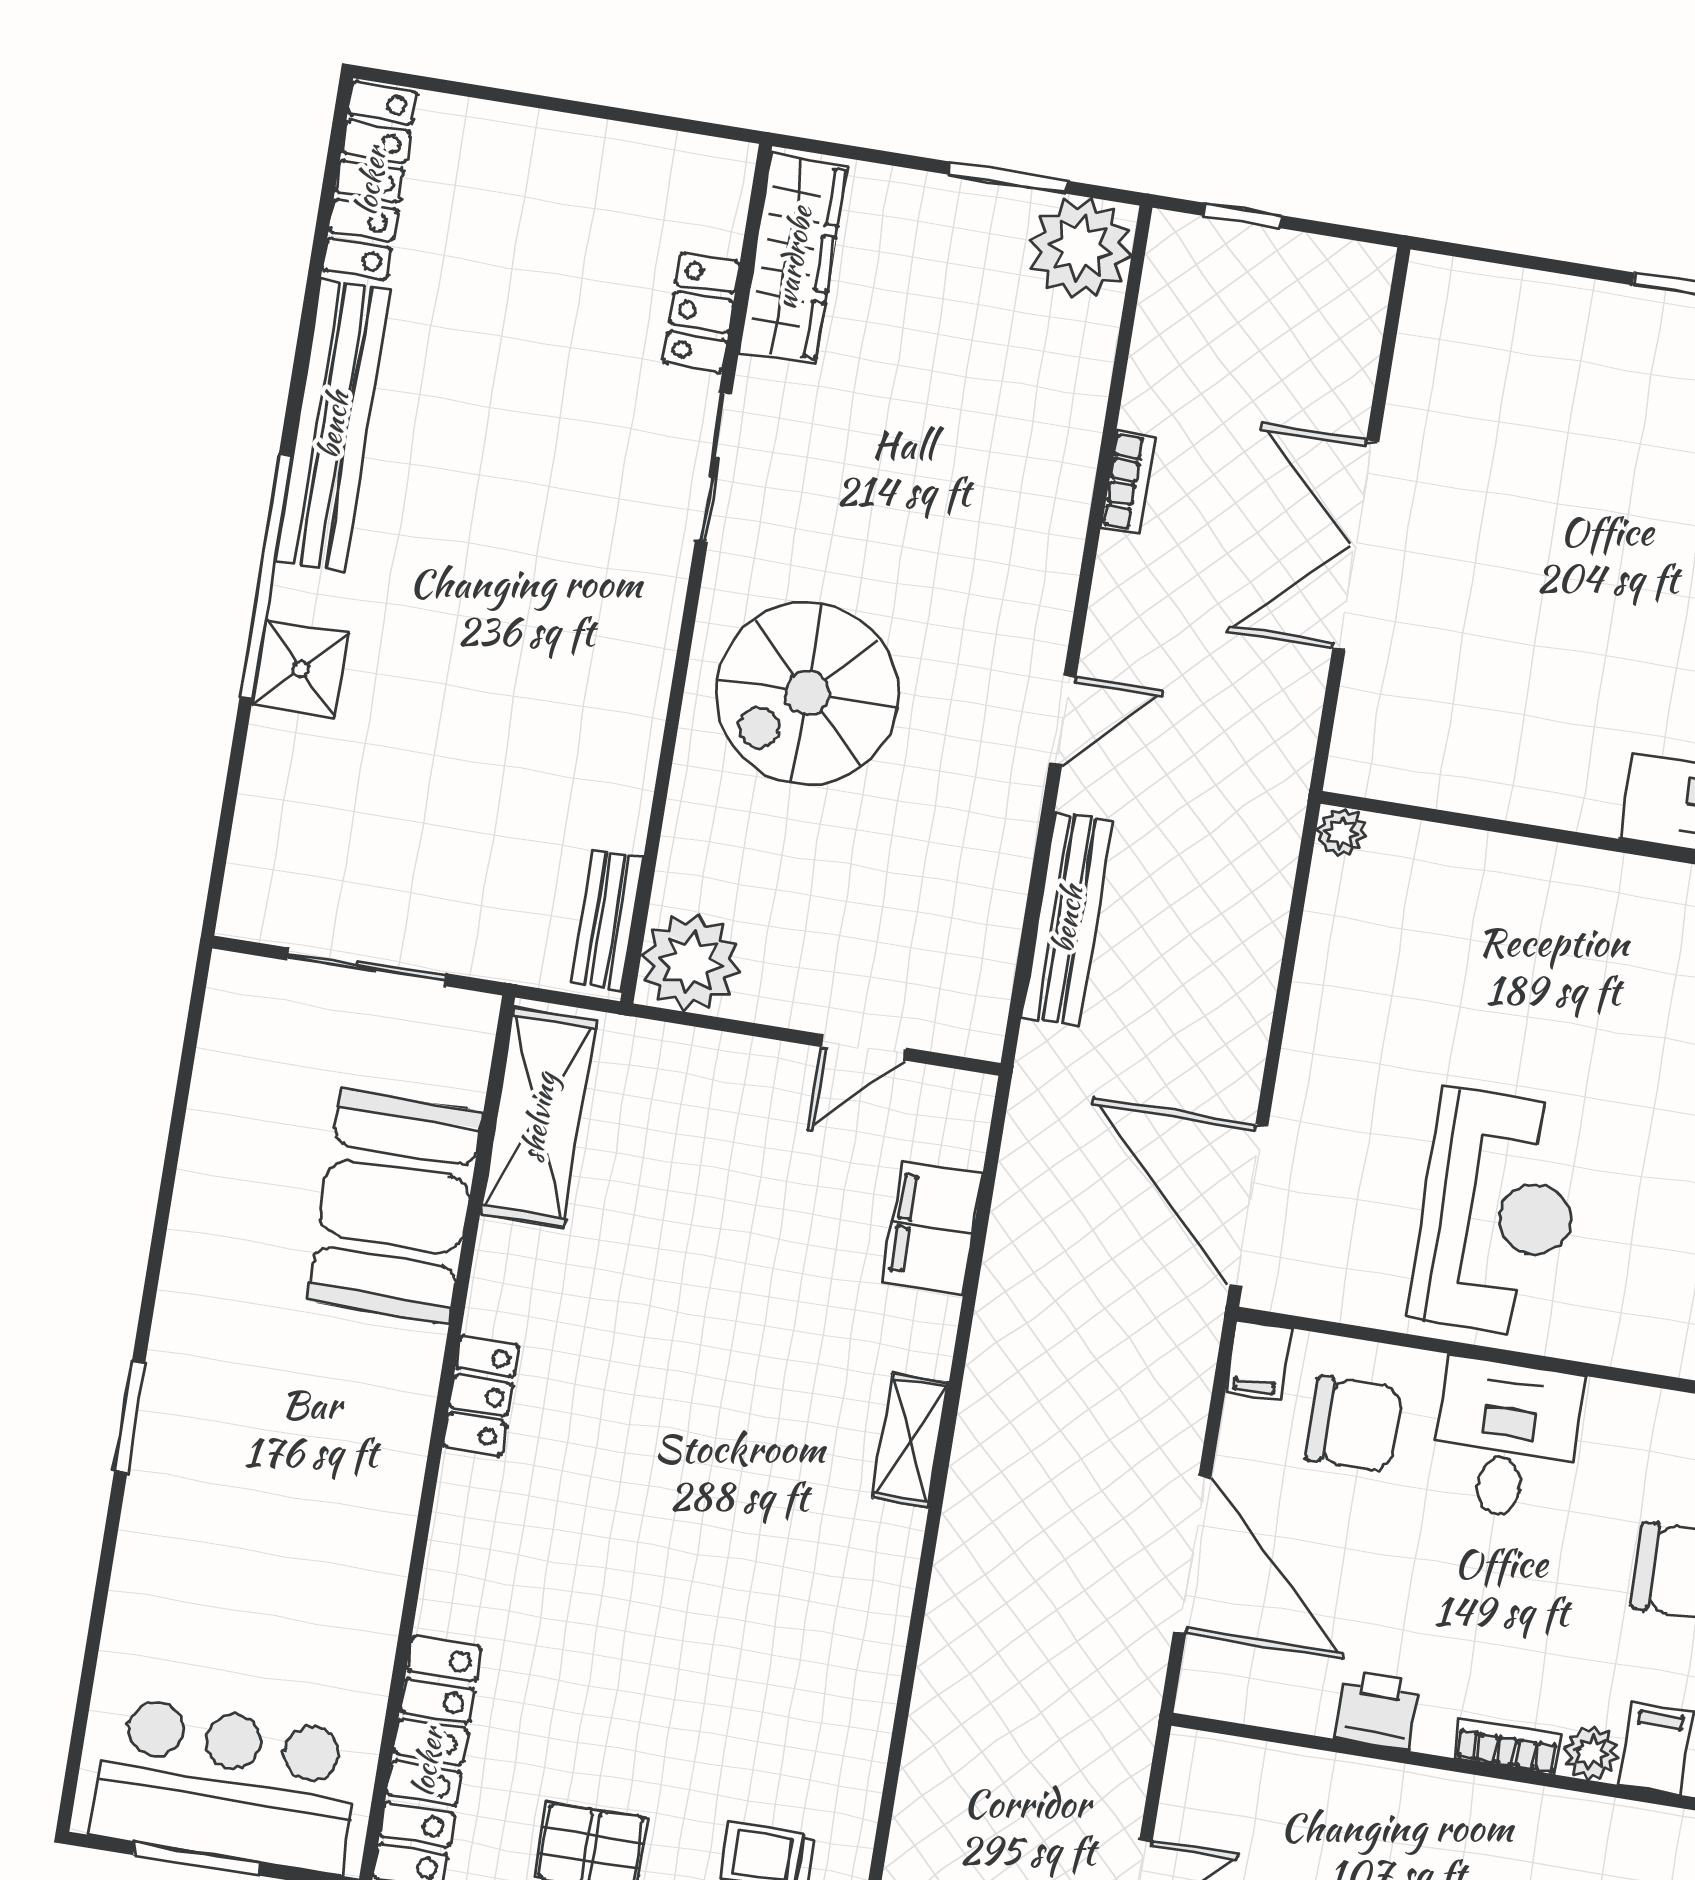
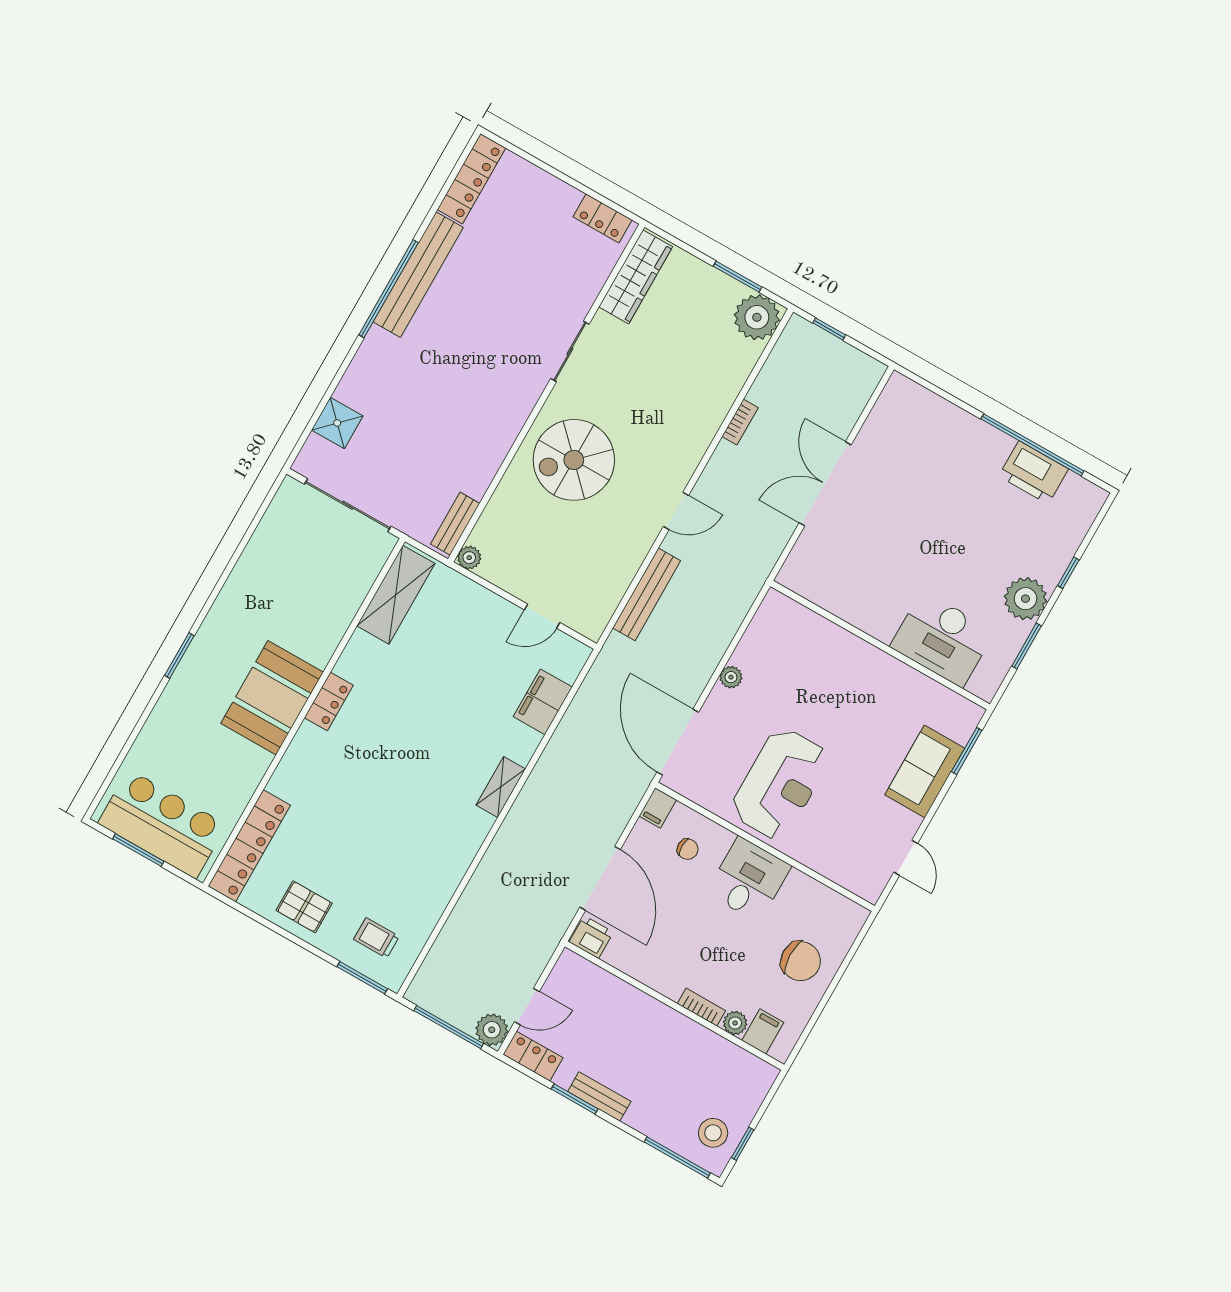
locker: (701, 312) -> (603, 218), moved, turned -90
window: (266, 577) -> (389, 289), moved
shower: (301, 669) -> (337, 423), moved
plant: (1341, 833) -> (731, 677), moved
plant: (690, 962) -> (469, 558), width x0.53, depth x0.53
sliding door: (366, 967) -> (348, 505), width x1.37
booth: (395, 1206) -> (272, 698), moved
chair: (1354, 1424) -> (688, 849), width x0.54, depth x0.54
printer: (1377, 1711) -> (591, 937), moved

